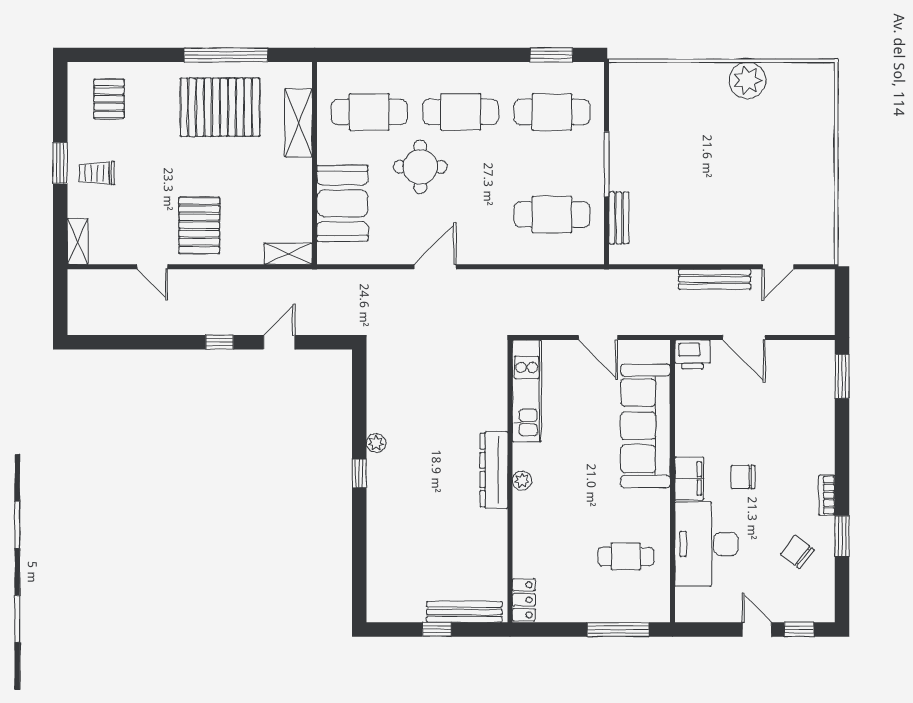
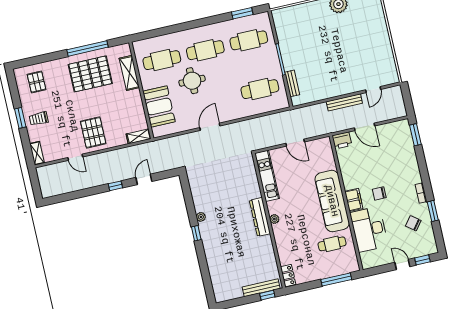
sofa: (645, 426) -> (332, 201), moved
window: (437, 629) -> (267, 295), moved

